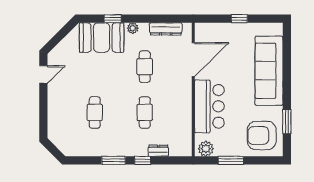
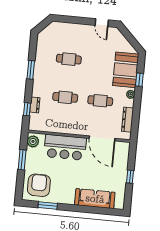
sofa: (269, 71) -> (95, 199), width x0.74, depth x0.79
window: (143, 160) -> (27, 109), moved

